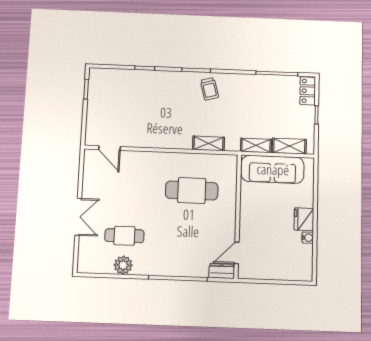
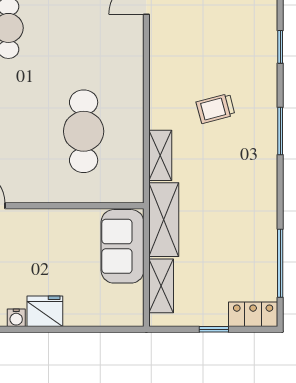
trolley: (209, 89) -> (215, 108), moved
shelving: (256, 145) -> (164, 220), width x1.50, depth x1.33
sofa: (273, 169) -> (122, 246), width x0.73

